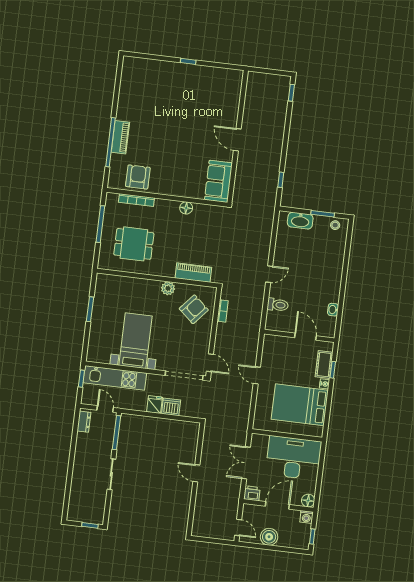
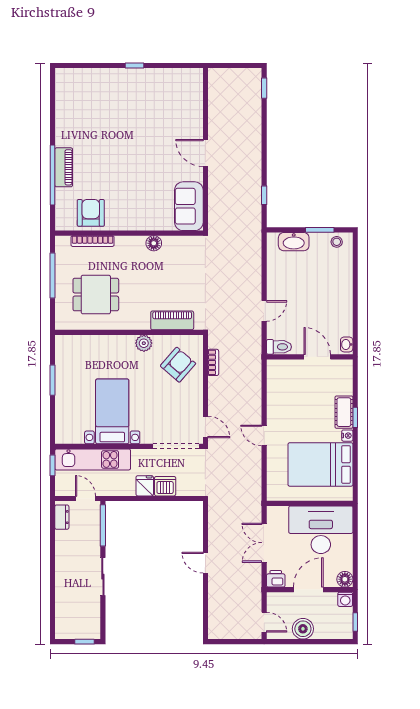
wall: (299, 336) -> (310, 357), moved
door: (305, 337) -> (317, 357), moved

